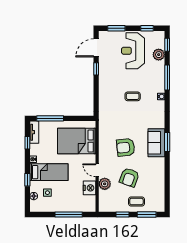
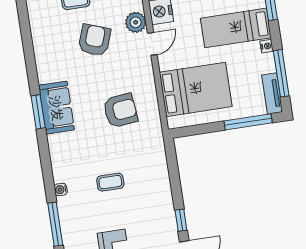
window: (27, 143) -> (281, 73), width x2.17
armchair: (126, 147) -> (120, 110), moved
door: (97, 170) -> (152, 44), hinge flipped

